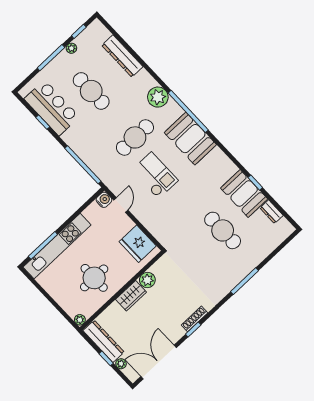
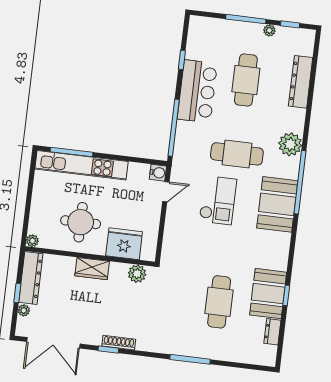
bar counter: (52, 108) -> (197, 91), moved
fridge: (138, 244) -> (124, 244), moved, turned 90
plant: (147, 280) -> (137, 274), moved
double door: (159, 362) -> (53, 343), swing flipped

